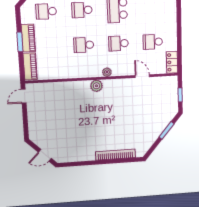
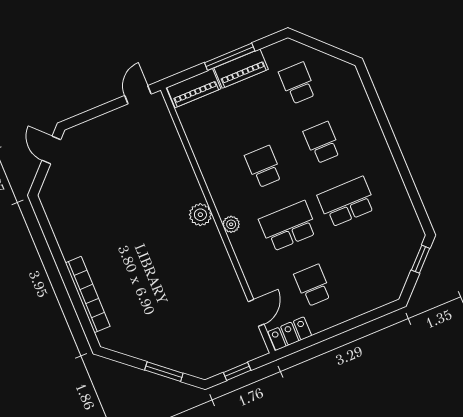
window: (20, 42) -> (230, 57), width x1.44
school desk: (118, 43) -> (288, 226), width x1.85
door: (142, 76) -> (256, 313), moved
door: (24, 96) -> (138, 95), hinge flipped
door: (45, 155) -> (51, 150), moved

